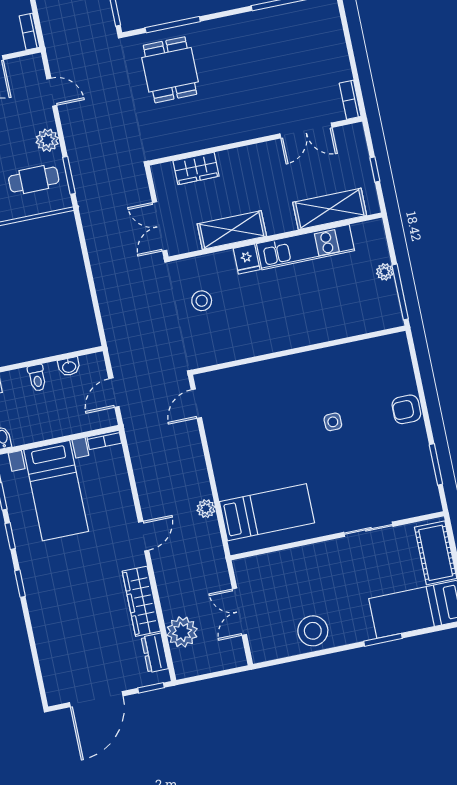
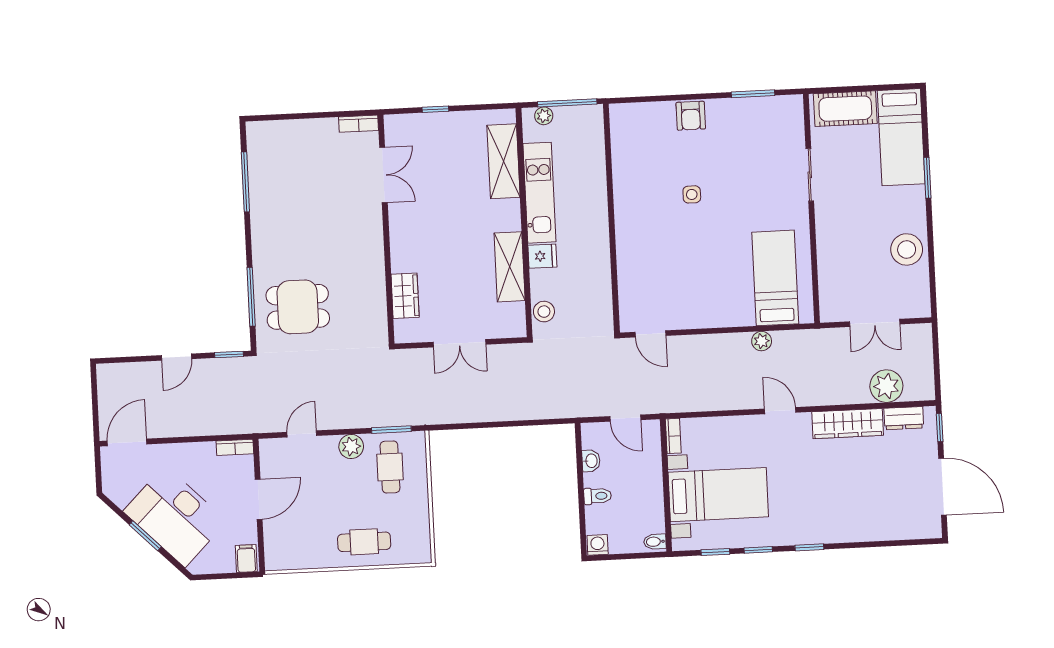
shelving: (330, 209) -> (503, 161), moved
shelving: (232, 230) -> (510, 267), moved
wall: (275, 237) -> (524, 223), moved
kitchen unit: (306, 247) -> (539, 193), moved
fridge: (247, 259) -> (542, 256), moved

